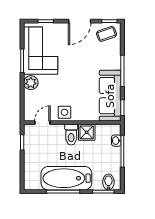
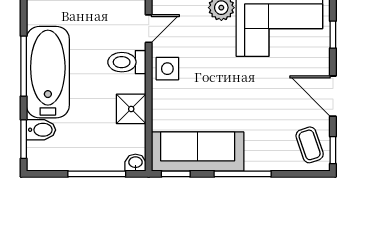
door: (42, 123) -> (149, 29), hinge flipped
toilet: (71, 135) -> (127, 62), moved
washbasin: (116, 141) -> (135, 163), moved
bidet: (108, 182) -> (41, 130), moved

